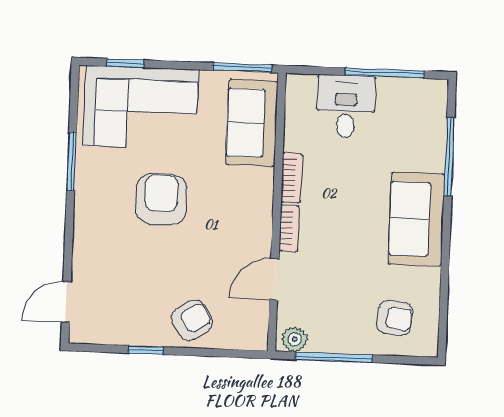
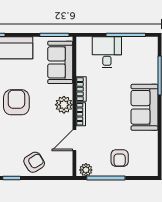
plant: (256, 208) -> (64, 105), added
armchair: (395, 318) -> (120, 158), moved, turned 82

